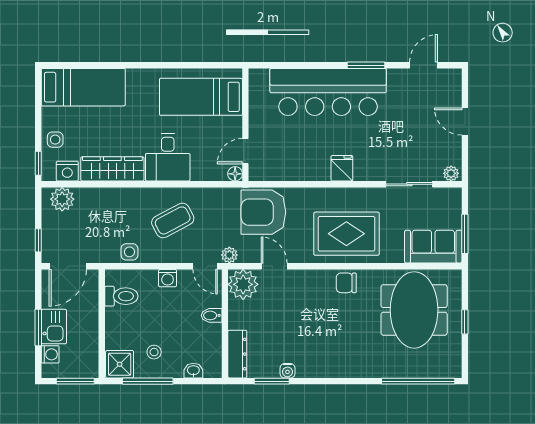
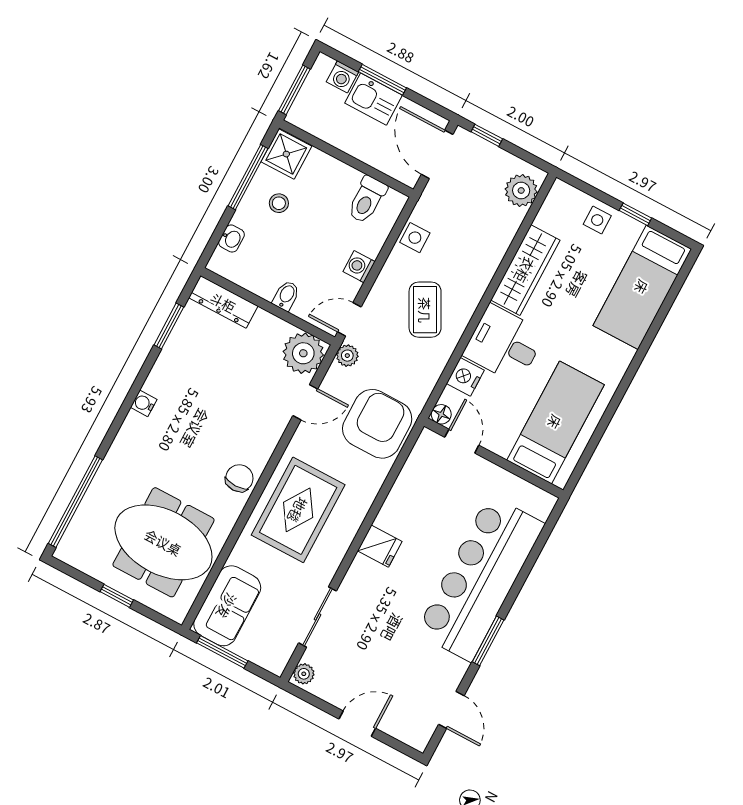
window: (38, 163) -> (635, 214), moved
nightstand: (67, 171) -> (465, 377), moved
water cooler: (287, 371) -> (144, 403), moved

